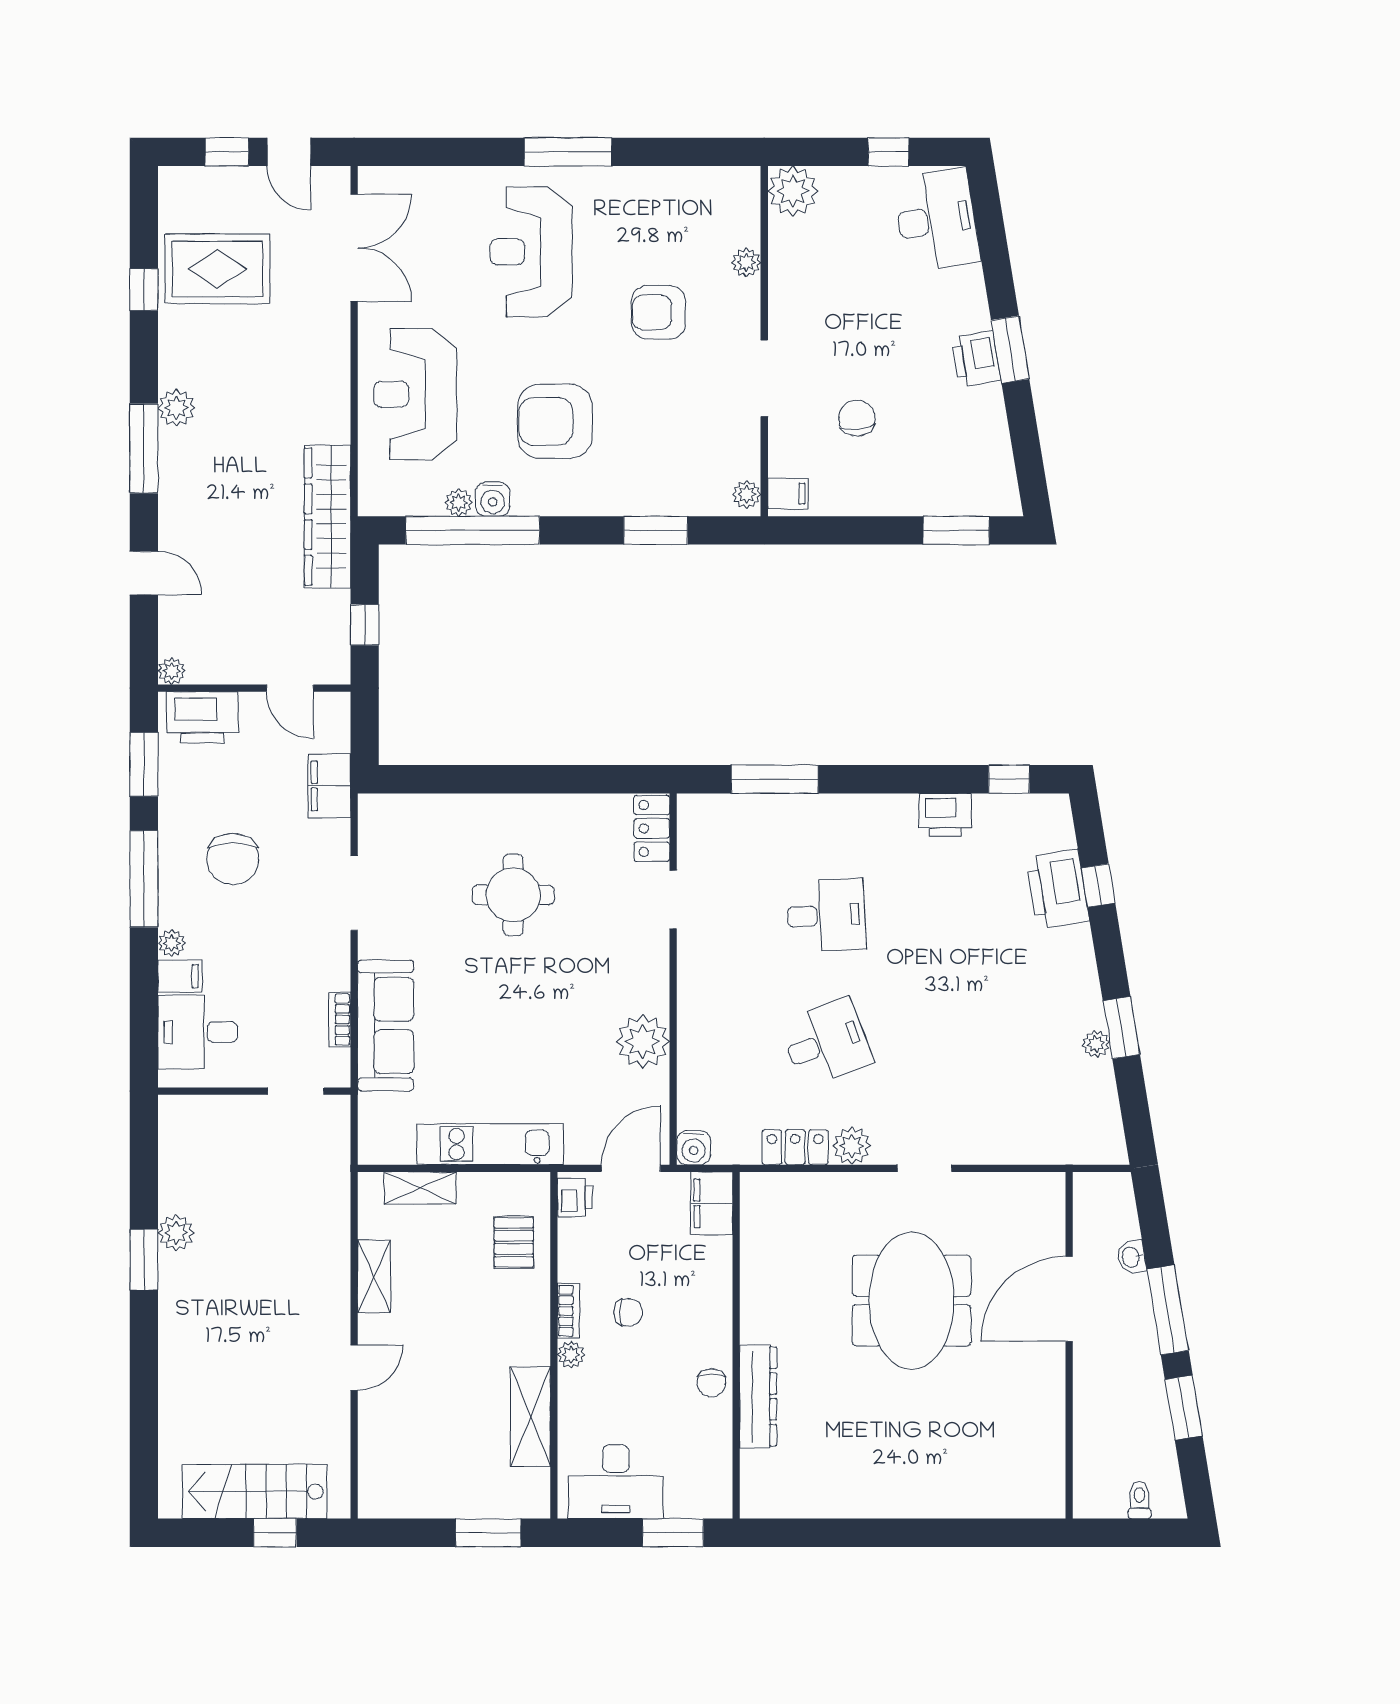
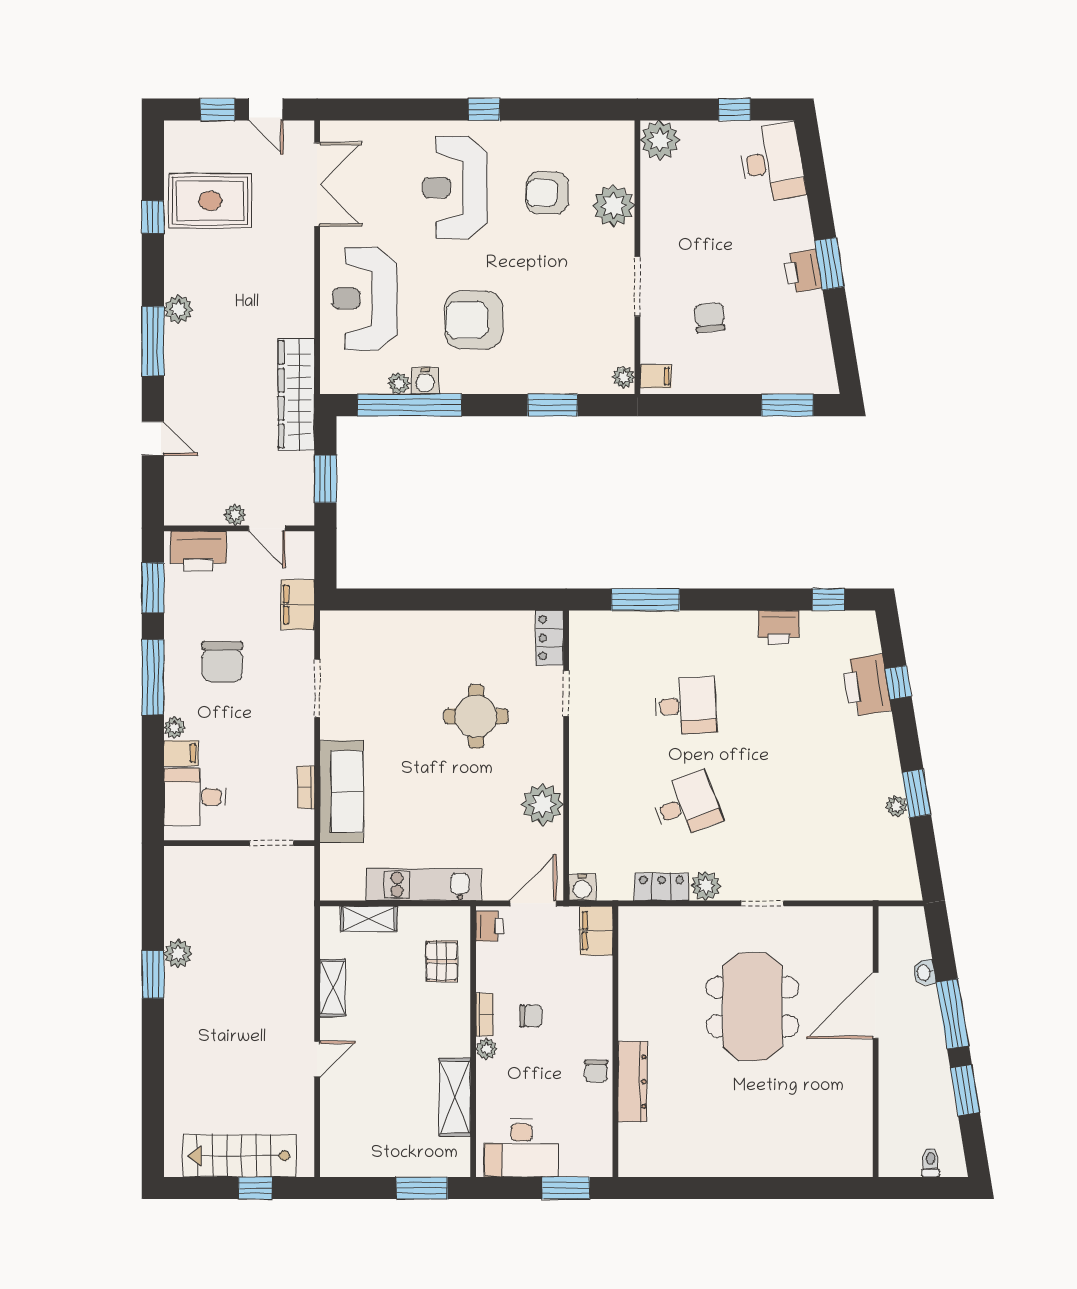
window: (568, 152) -> (484, 109), width x0.46
plant: (746, 262) -> (613, 206), width x1.88, depth x1.88
armchair: (658, 312) -> (547, 193), moved
window: (365, 625) -> (325, 479), width x1.50
plant: (172, 671) -> (235, 515), moved
round table: (513, 895) -> (476, 716), moved

